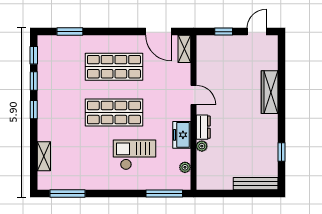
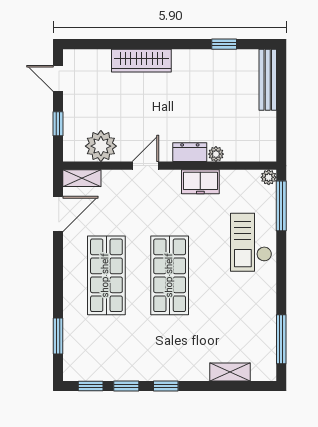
plant: (208, 63) -> (101, 146), added
checkout: (134, 155) -> (251, 242), moved
plant: (185, 167) -> (269, 177), moved

